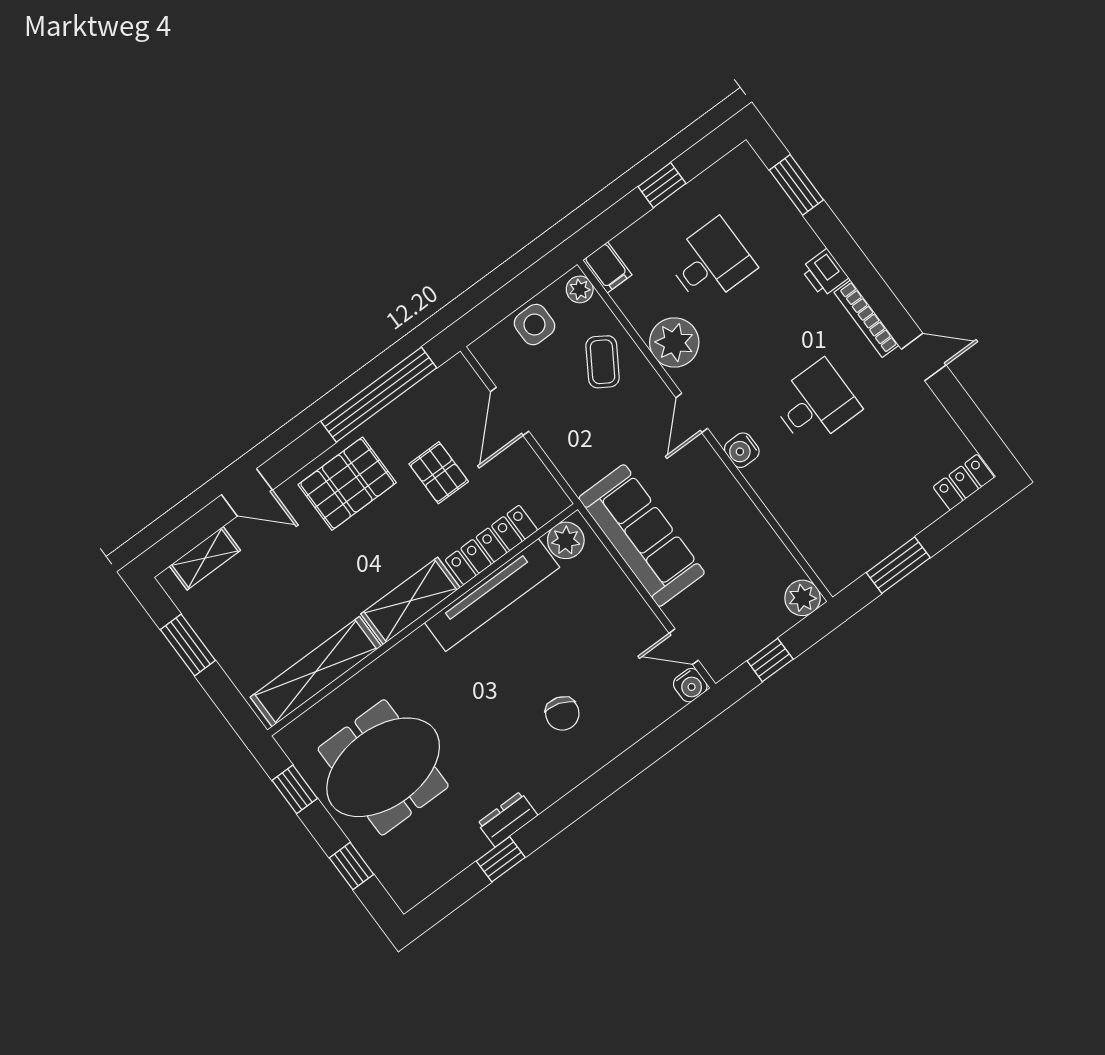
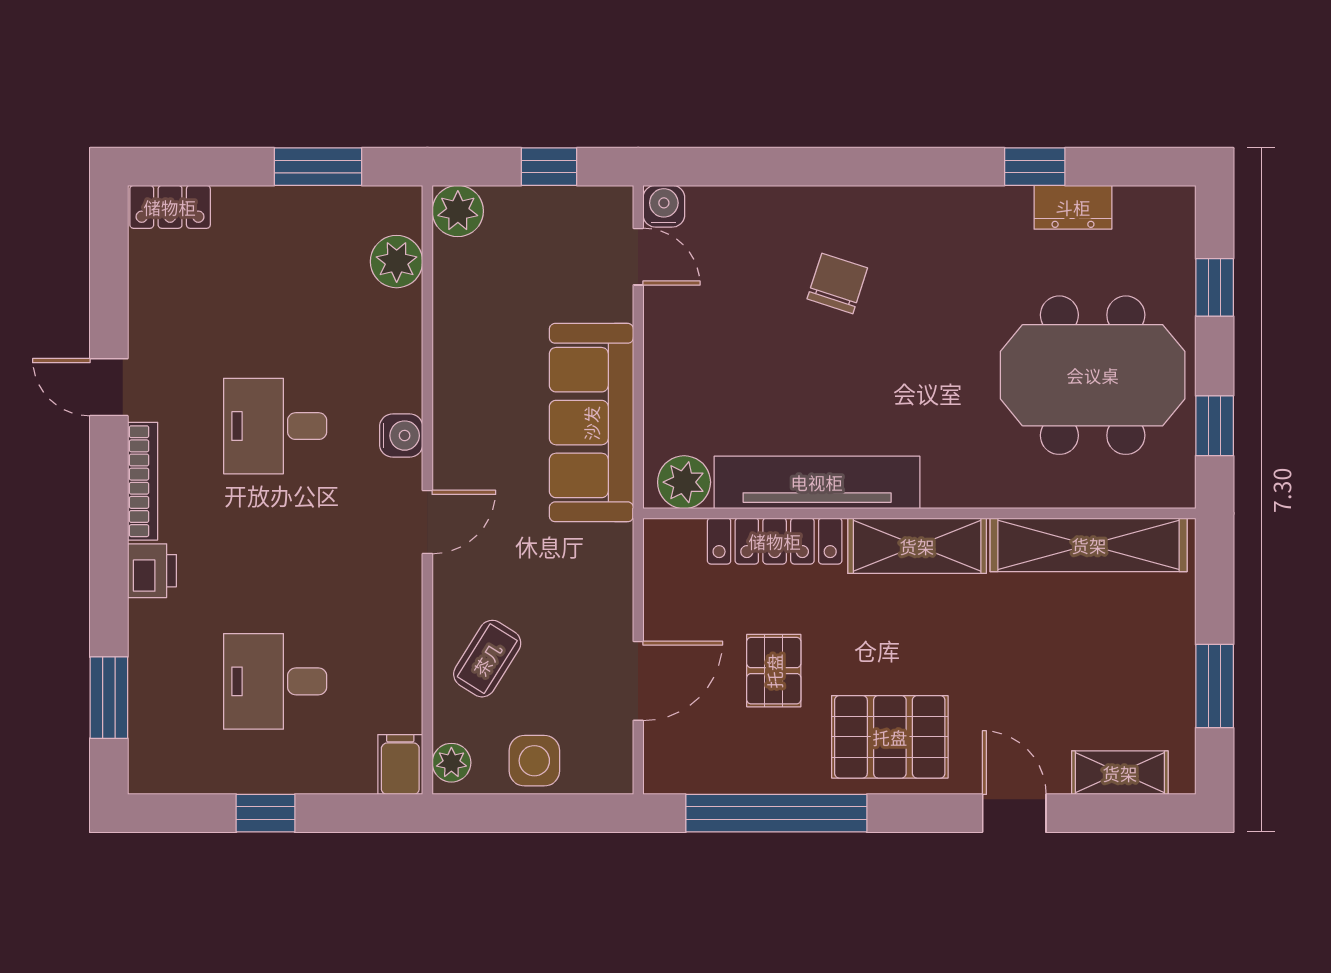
plant: (674, 342) -> (397, 262), moved, width x0.73, depth x0.73
dresser: (508, 819) -> (1073, 207), moved

